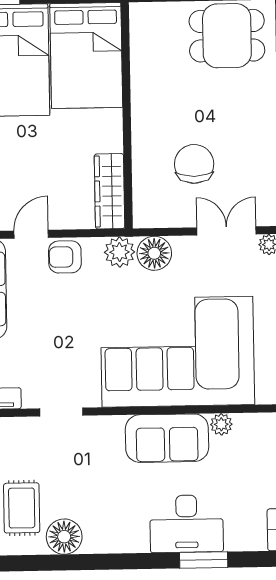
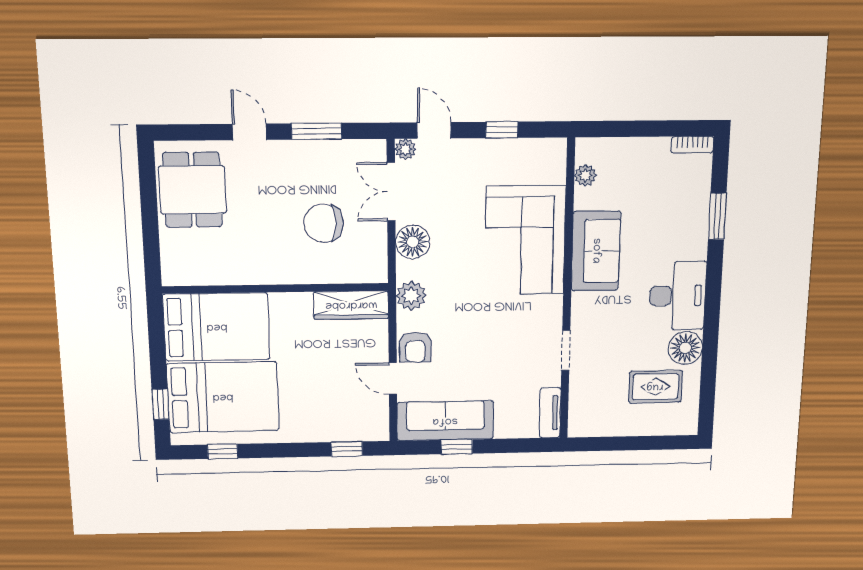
floor lamp: (154, 253) -> (413, 242), moved
corner sofa: (177, 352) -> (525, 240), width x0.73, depth x0.74
plant: (221, 424) -> (585, 175), moved
desk: (187, 524) -> (678, 296), moved

